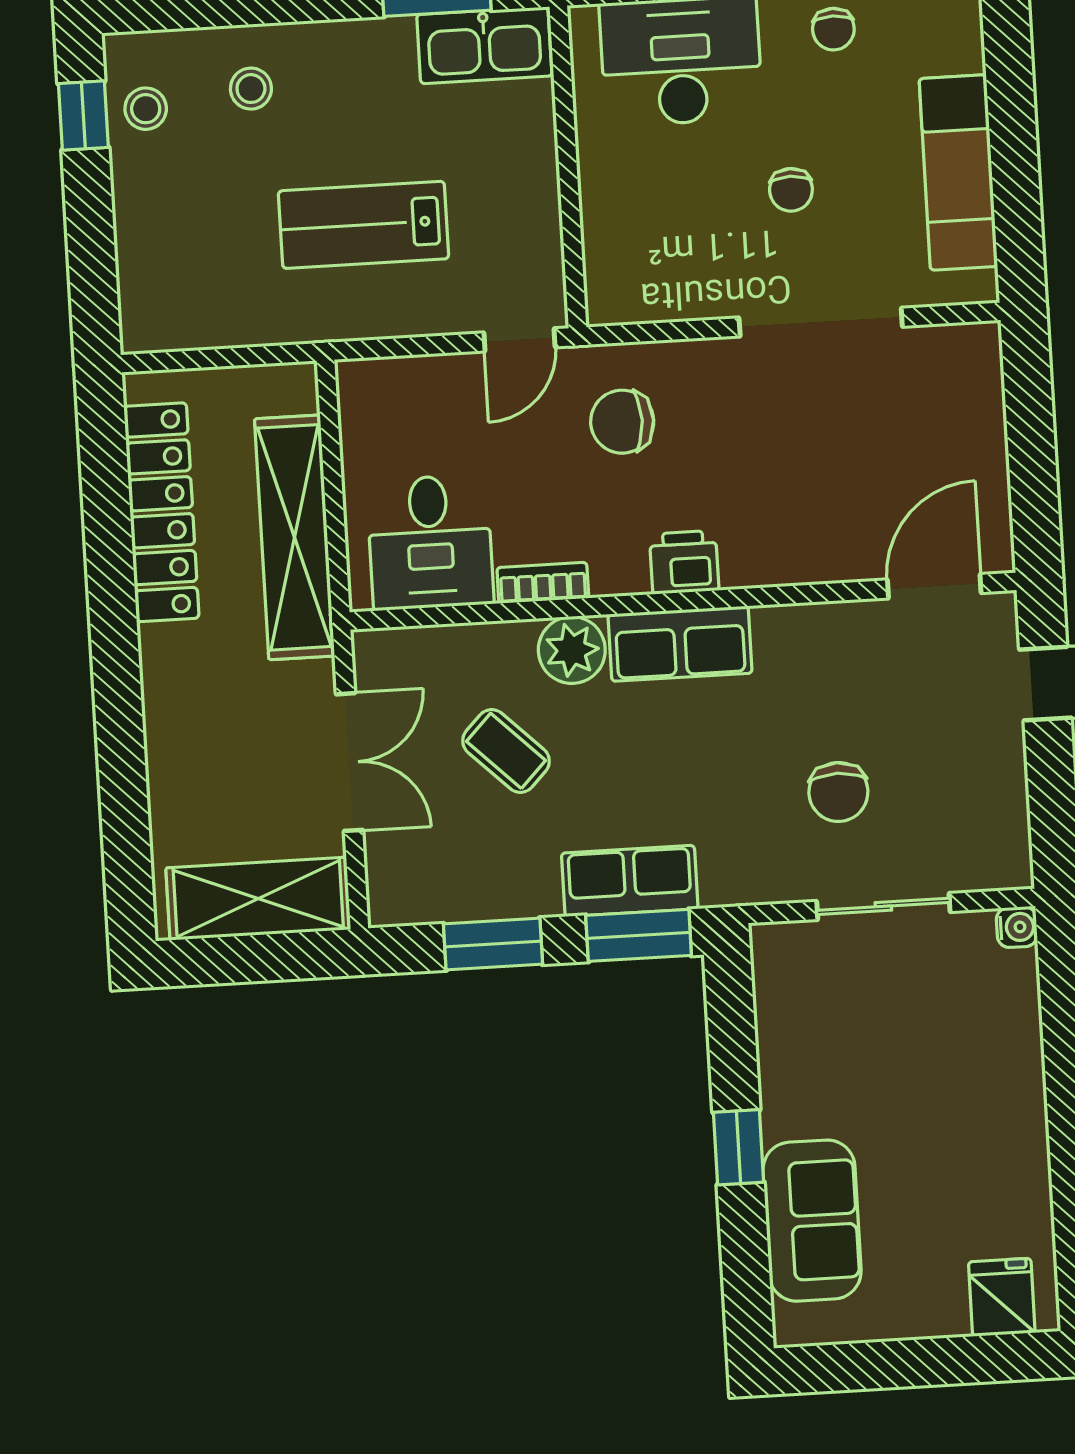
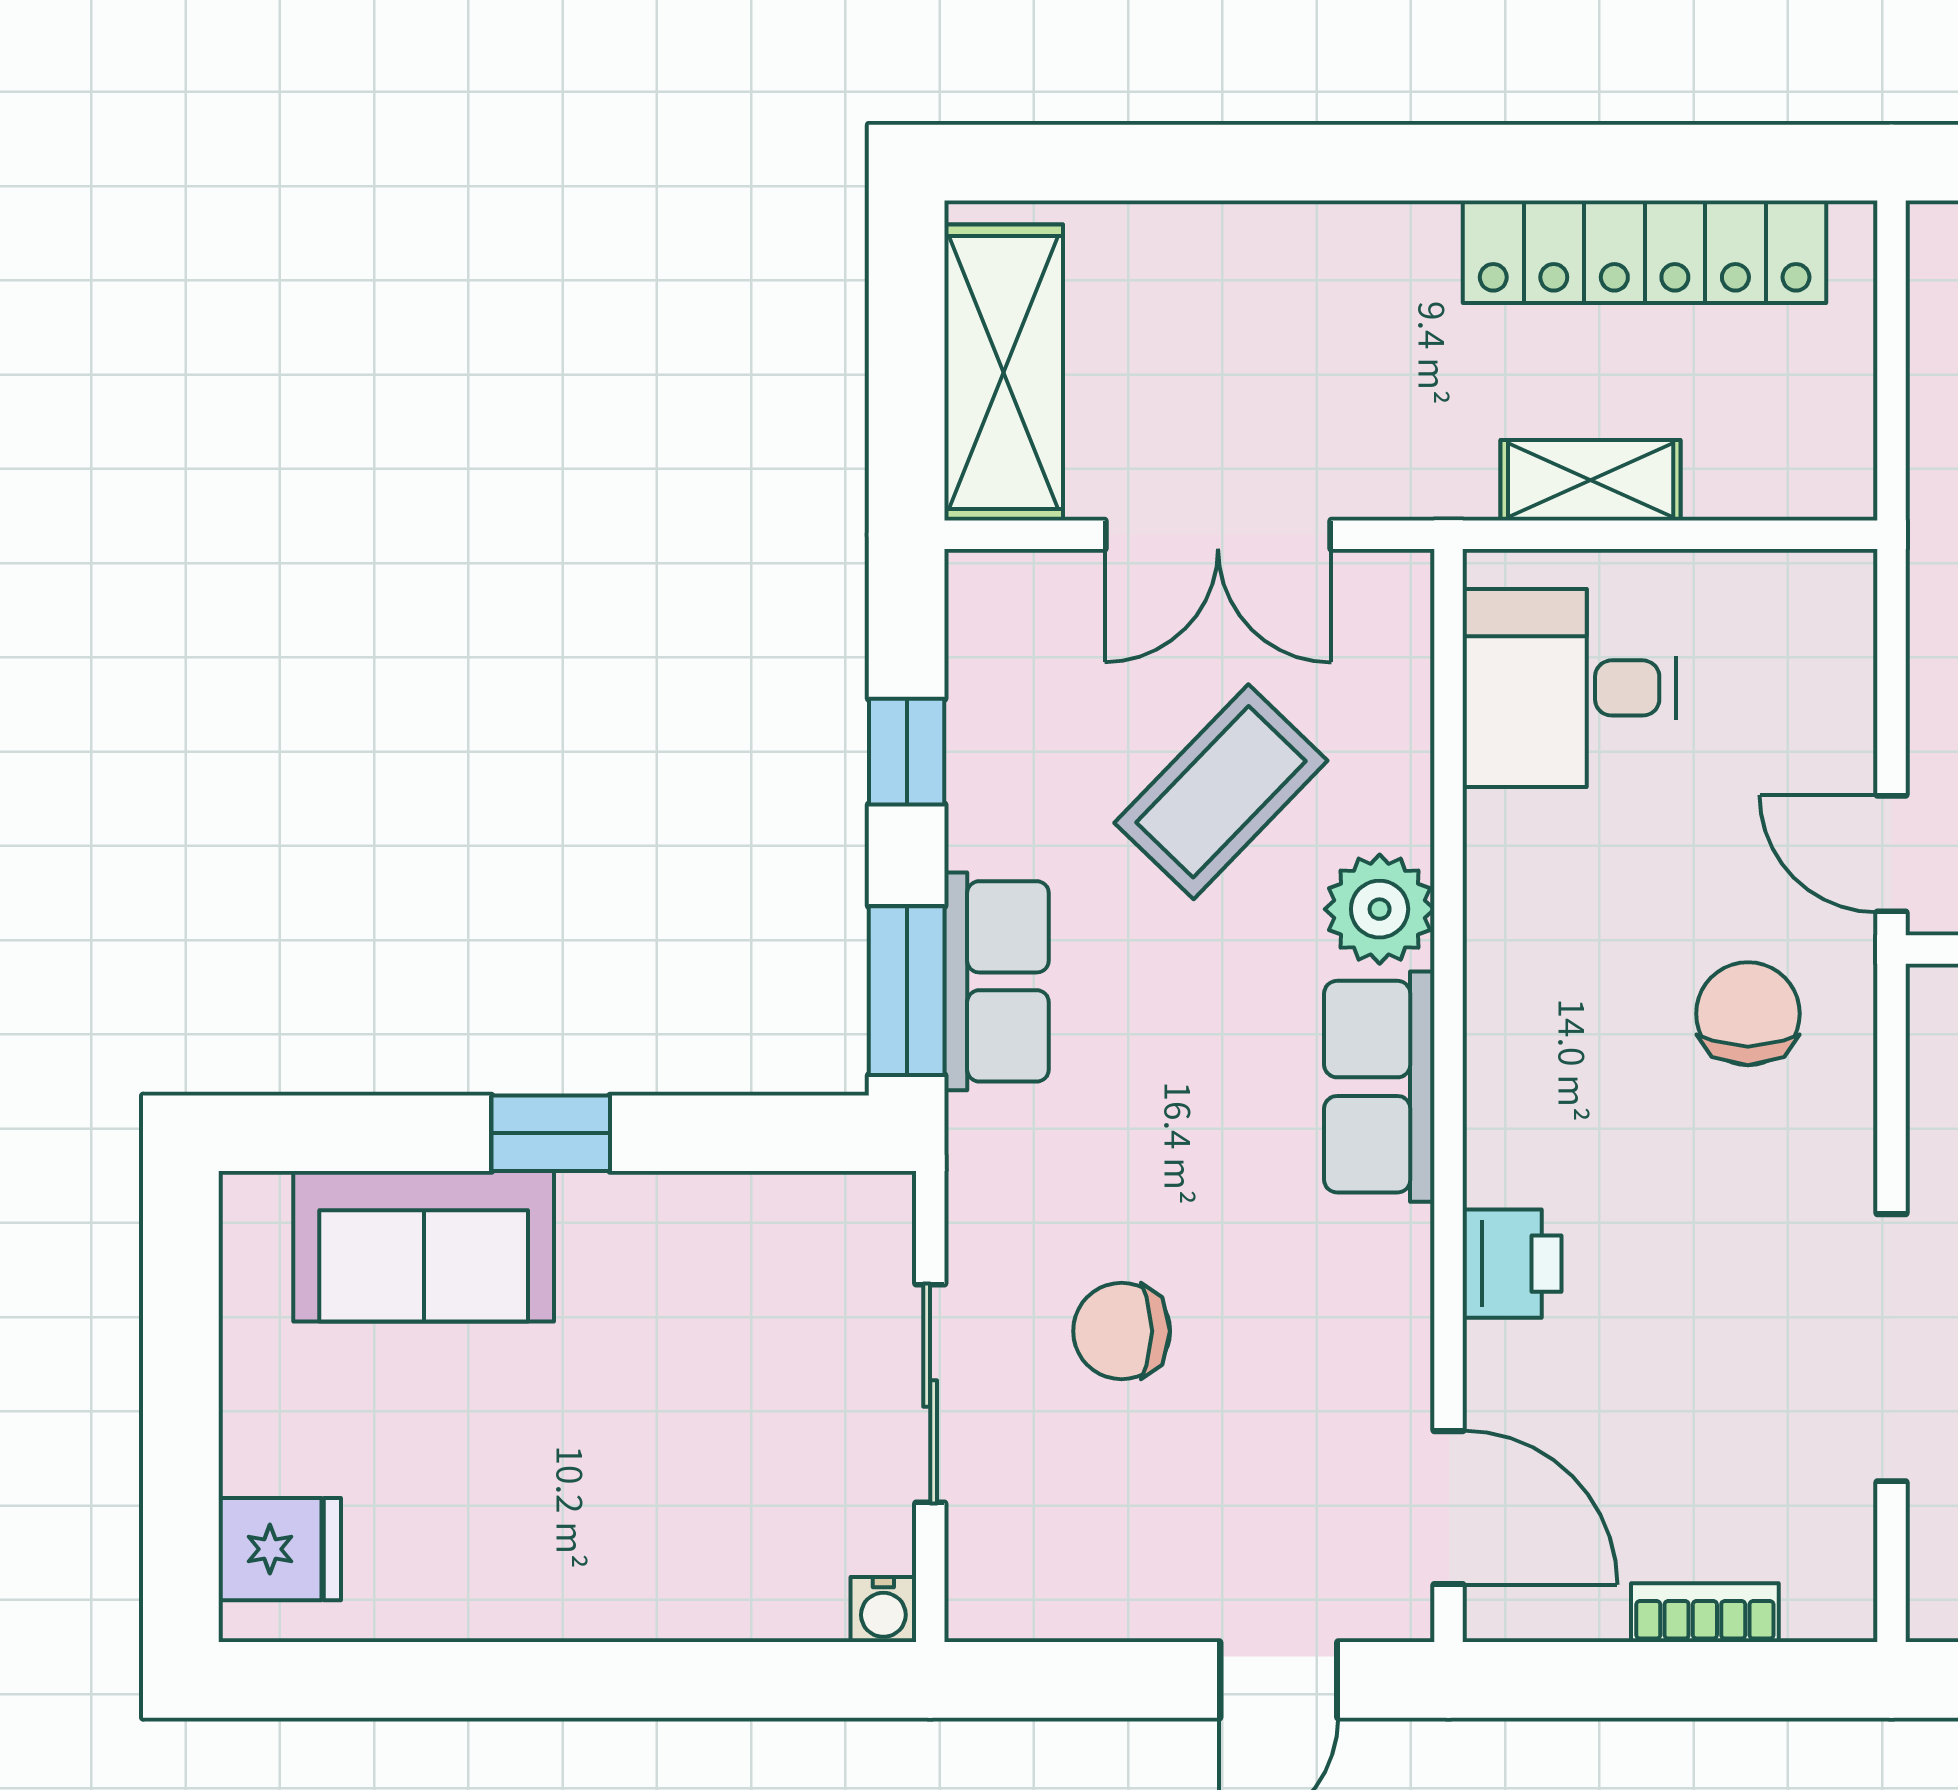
shelving: (294, 537) -> (1591, 480), width x0.45, depth x0.75
printer: (684, 562) -> (1512, 1264), moved
bookcase: (543, 583) -> (1705, 1613), moved, turned -90
coffee table: (506, 751) -> (1221, 792), width x1.36, depth x1.30
window: (493, 944) -> (907, 752), width x0.67

